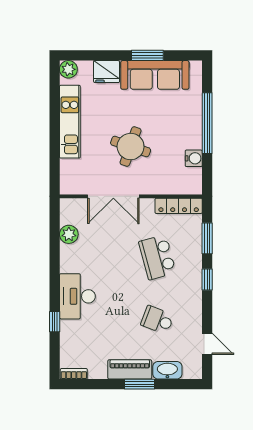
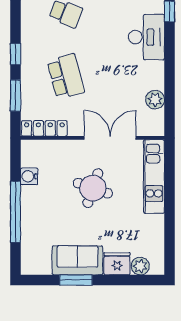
plant: (68, 69) -> (140, 266), moved
sofa: (155, 75) -> (77, 260), width x0.73
kitchen unit: (70, 122) -> (154, 177), moved

